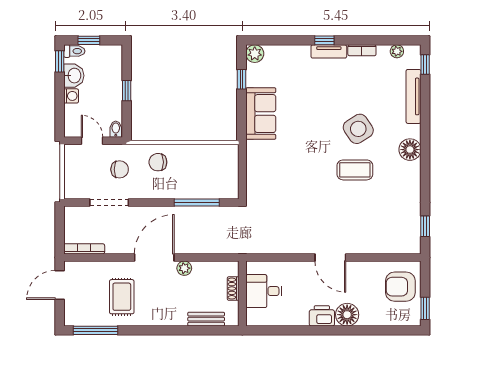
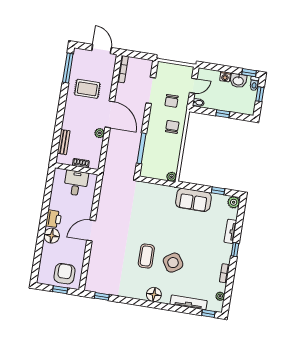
tv unit: (329, 51) -> (230, 231), moved
plant: (232, 151) -> (171, 177), added
window: (425, 308) -> (60, 290), moved

